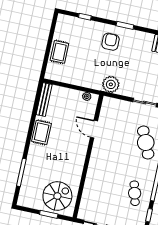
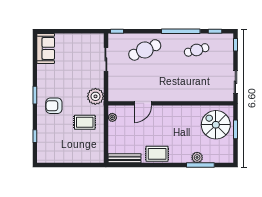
rug: (59, 52) -> (85, 122), moved
plant: (29, 171) -> (197, 157), added

